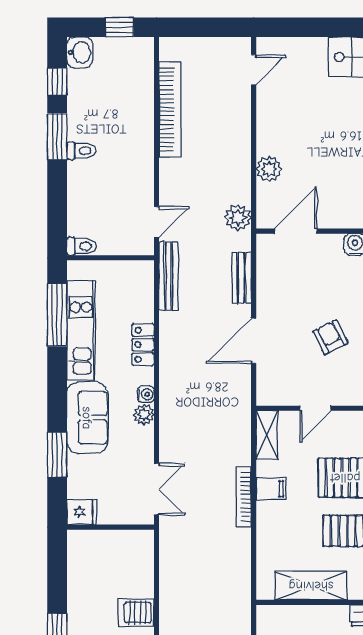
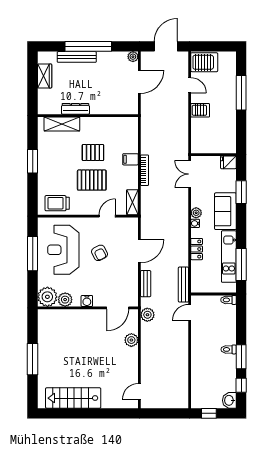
bookcase: (170, 109) -> (183, 371), removed
filing cabinet: (271, 489) -> (130, 159), moved
shelving: (311, 586) -> (110, 124), removed

